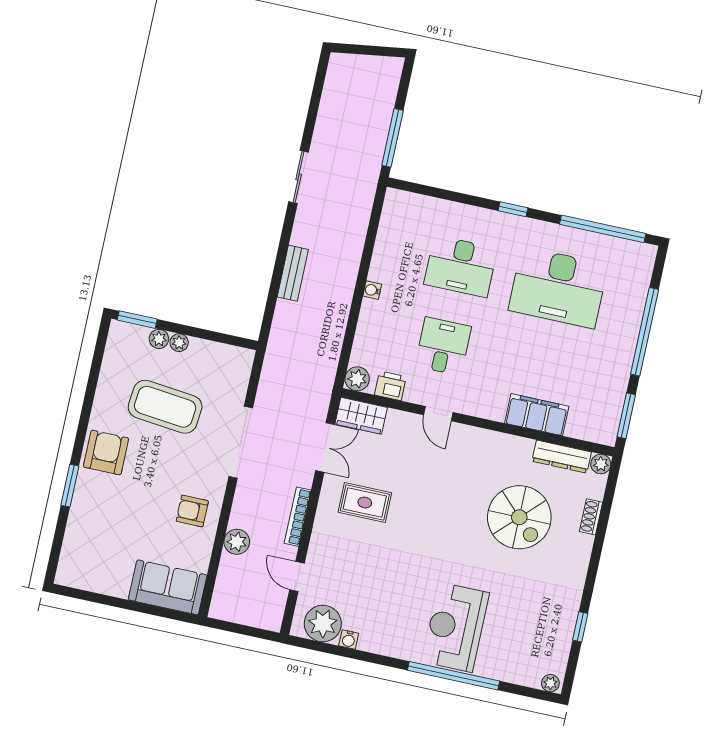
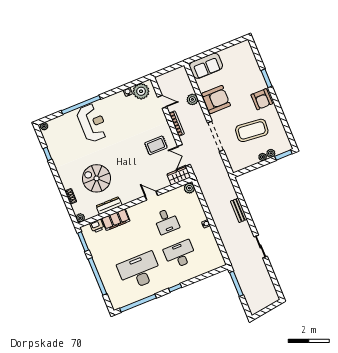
printer: (390, 386) -> (97, 226), moved
dresser: (562, 457) -> (109, 206), moved
armchair: (192, 511) -> (216, 100), width x1.88, depth x1.88

